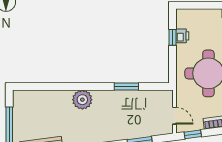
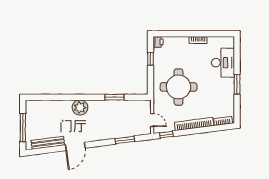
printer: (182, 36) -> (158, 42), moved

